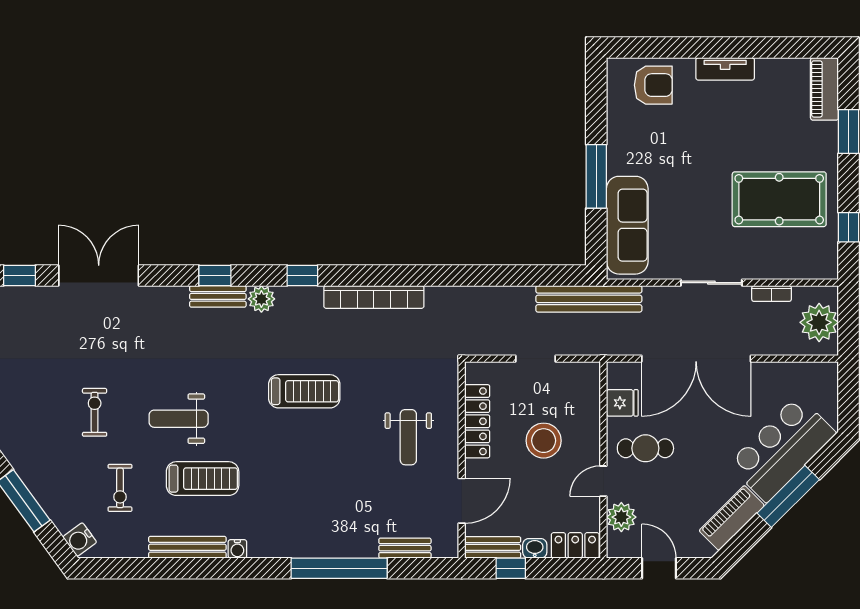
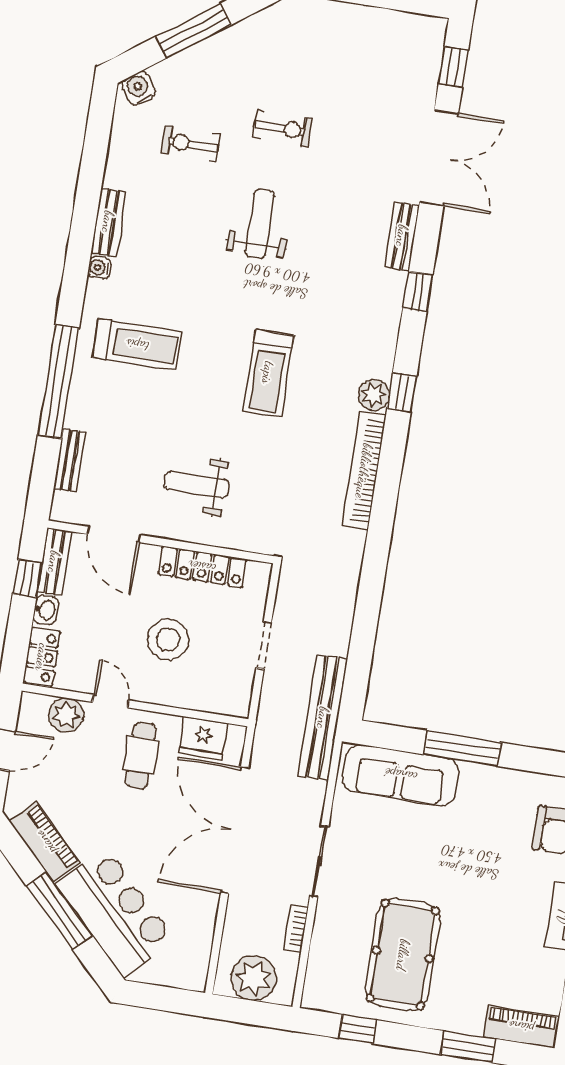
bench: (218, 296) -> (402, 236), moved
plant: (261, 299) -> (374, 395), moved
fridge: (622, 403) -> (203, 738), width x1.38
treadmill: (203, 479) -> (137, 345), moved, turned -90
bench: (187, 547) -> (108, 222), width x0.73

